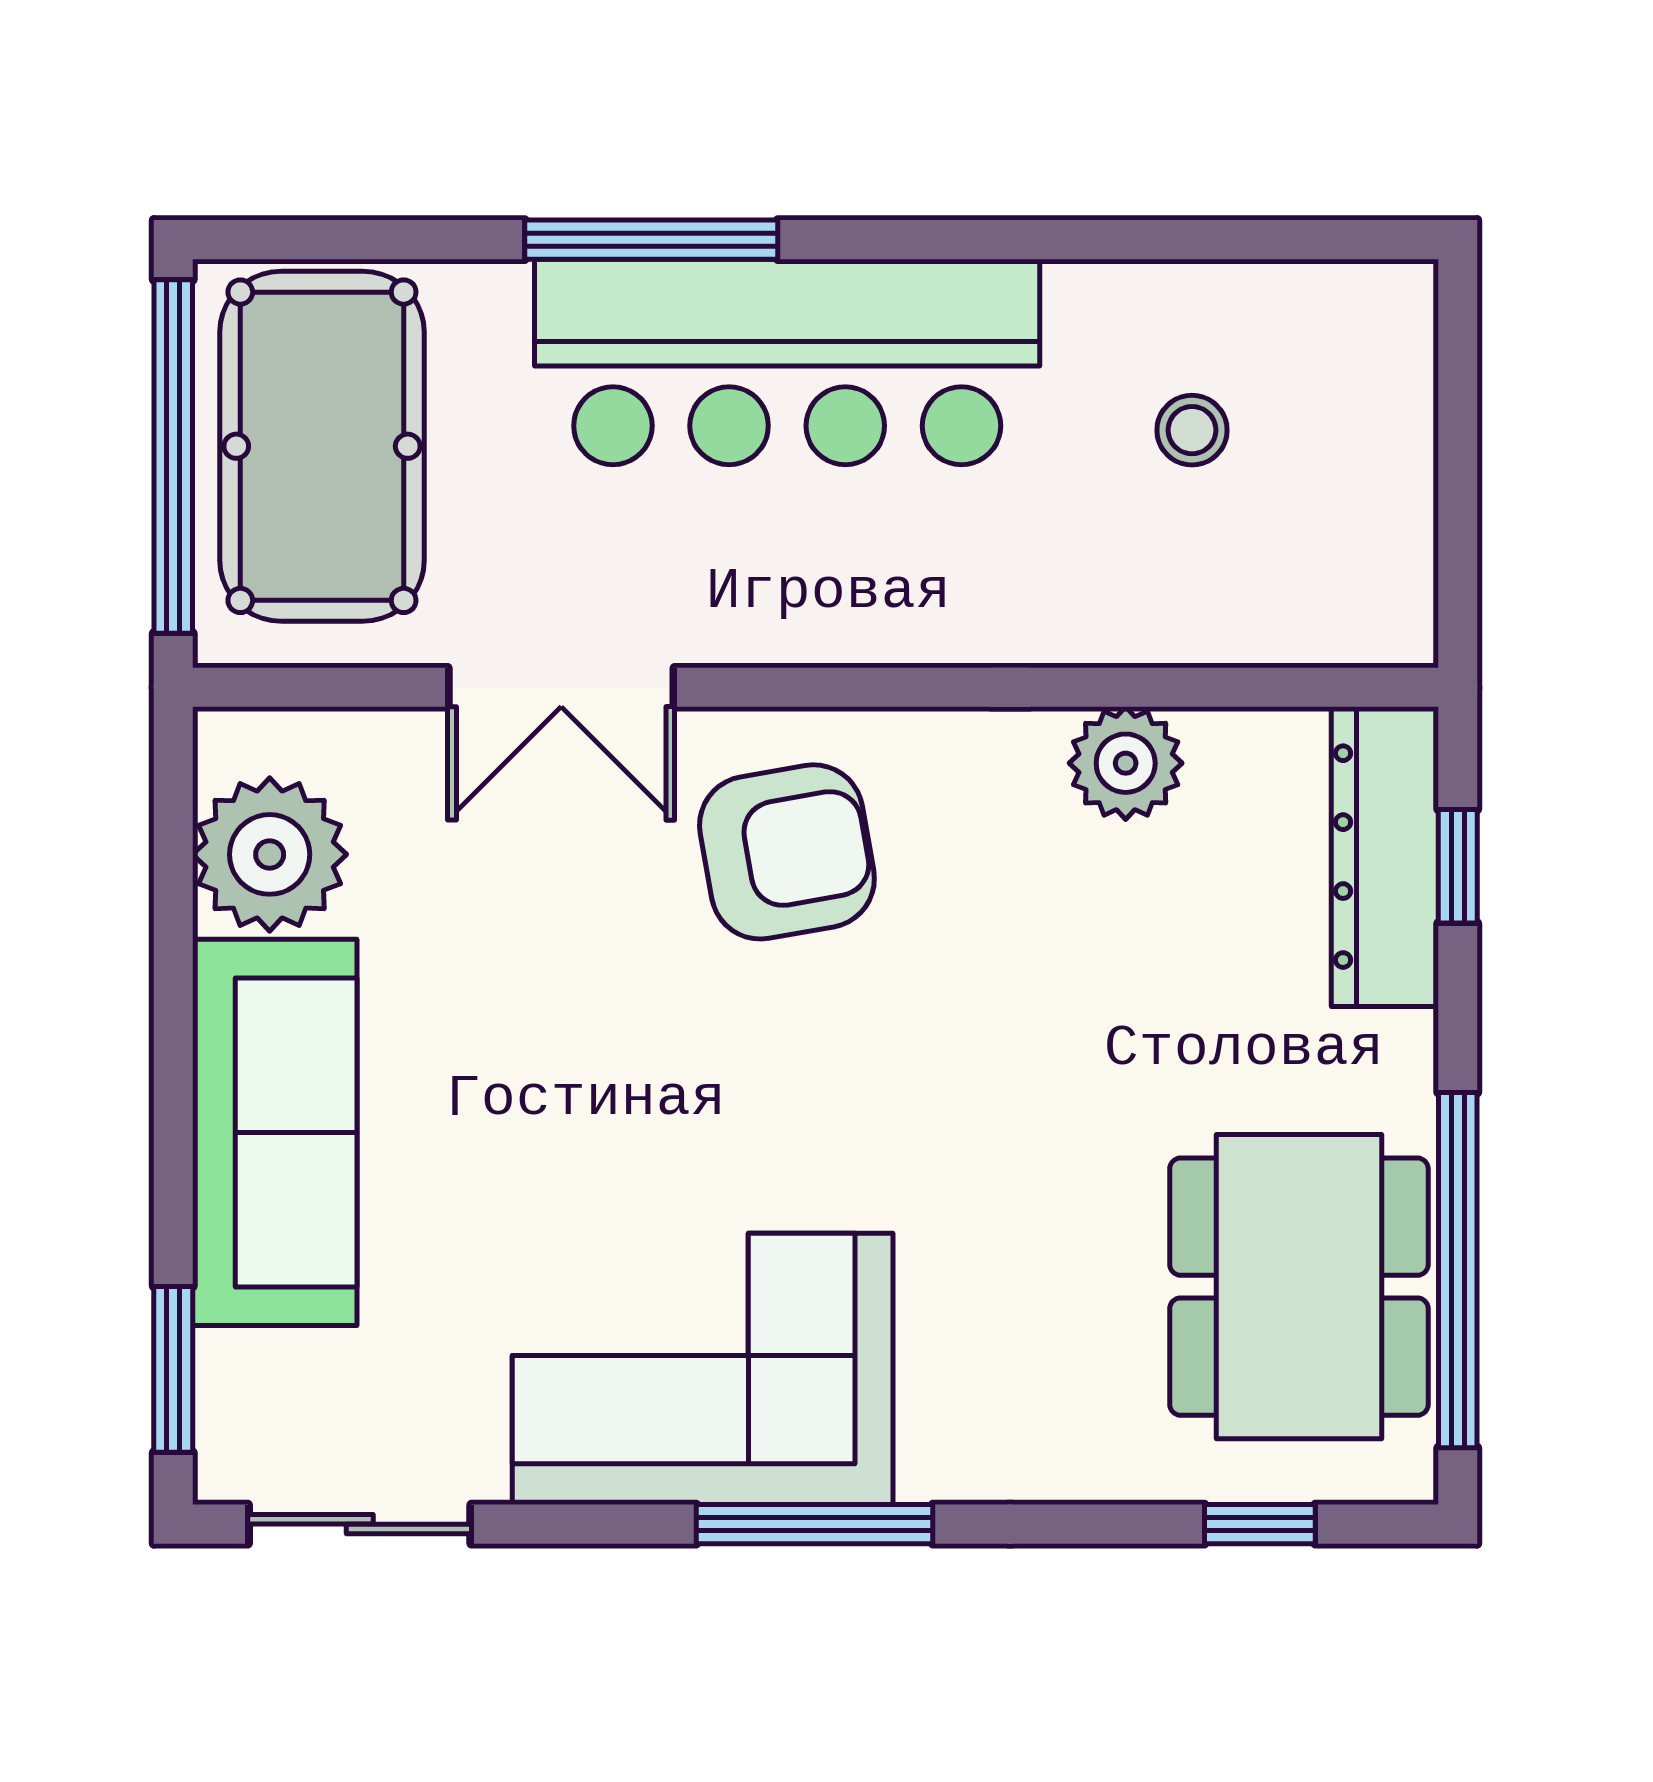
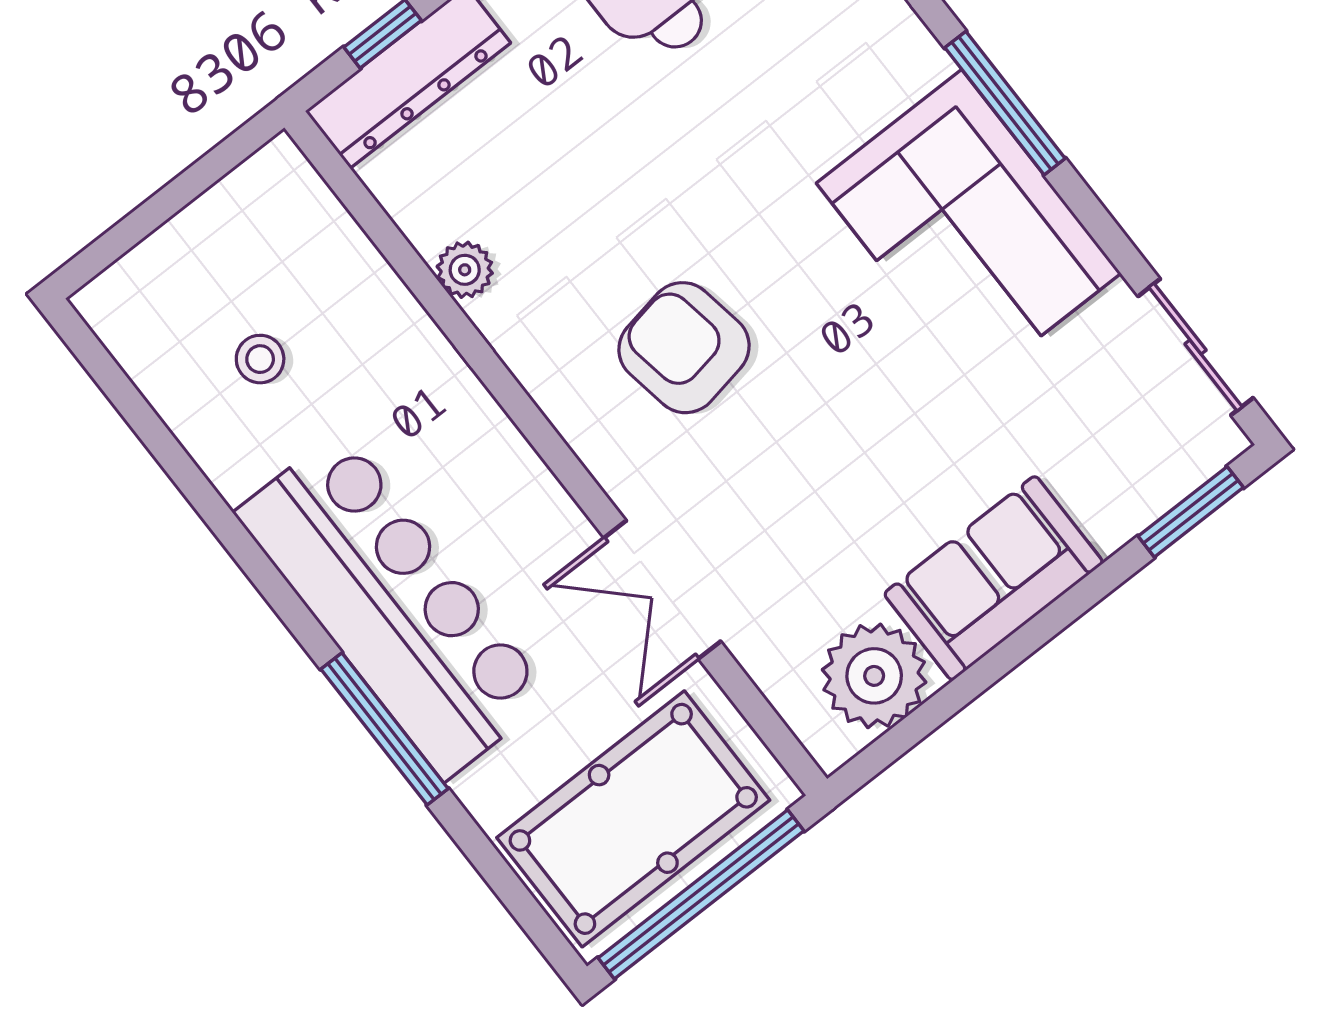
double door: (561, 687) -> (662, 590), swing flipped
plant: (1126, 763) -> (465, 270), width x0.73, depth x0.73
armchair: (787, 852) -> (684, 348), moved
sofa: (275, 1132) -> (994, 578), width x0.73

